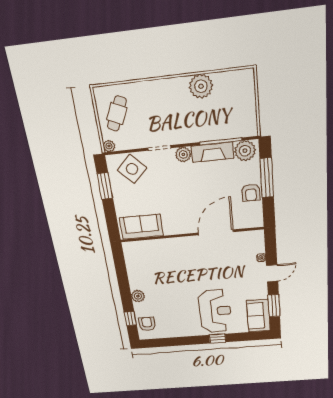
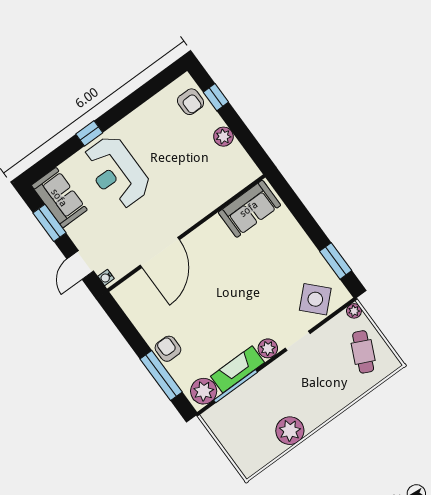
sofa: (141, 227) -> (249, 209), moved
door: (216, 232) -> (160, 252), moved
wall: (191, 235) -> (186, 233), moved

